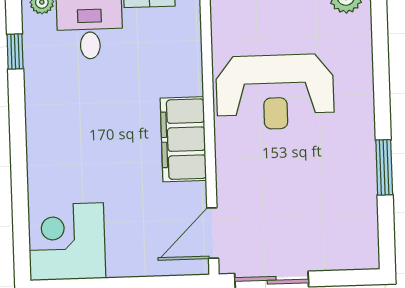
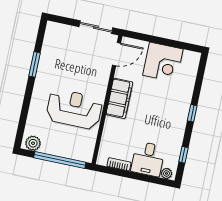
window: (18, 146) -> (192, 113), added
corner desk: (67, 242) -> (163, 62), moved

